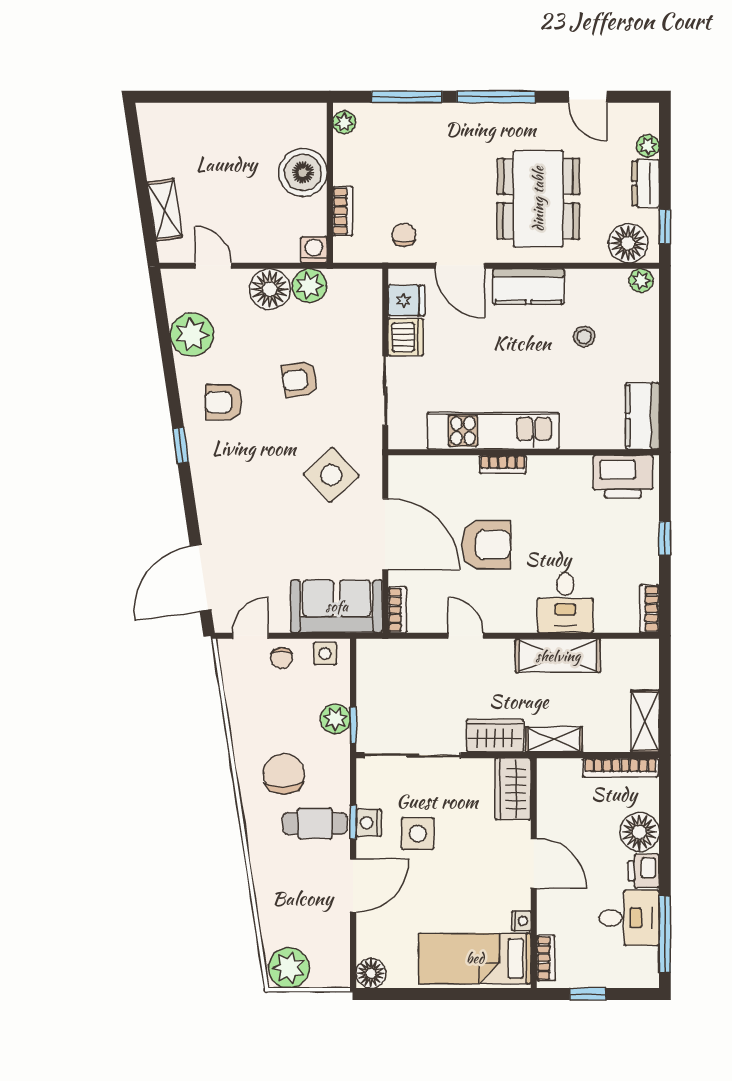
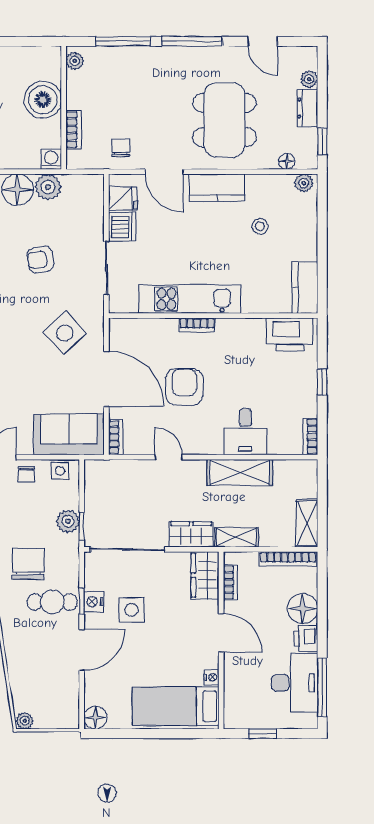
floor lamp: (628, 243) -> (287, 161), width x0.53, depth x0.53
armchair: (486, 545) -> (184, 387), turned -90
desk: (629, 918) -> (295, 683), width x1.37
bookcase: (546, 958) -> (230, 582), moved
plant: (289, 968) -> (25, 721), width x0.53, depth x0.53

